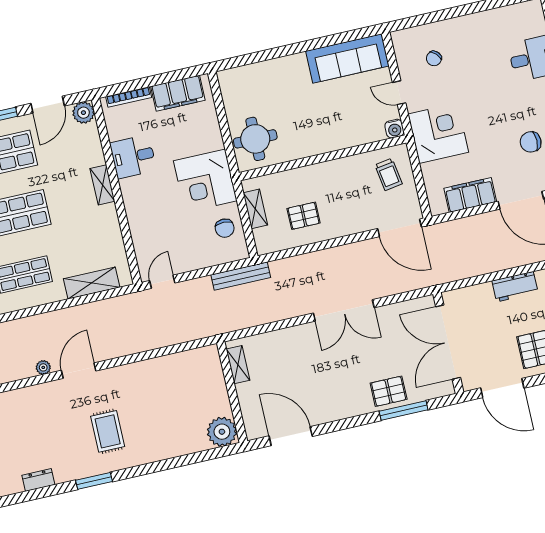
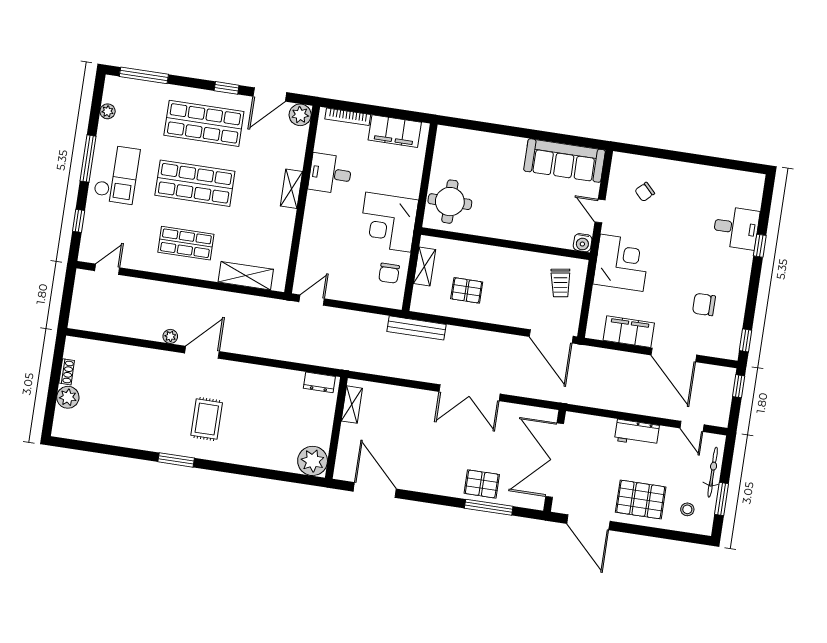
bench: (241, 276) -> (417, 328), moved
dresser: (38, 480) -> (319, 382), moved, turned 180

